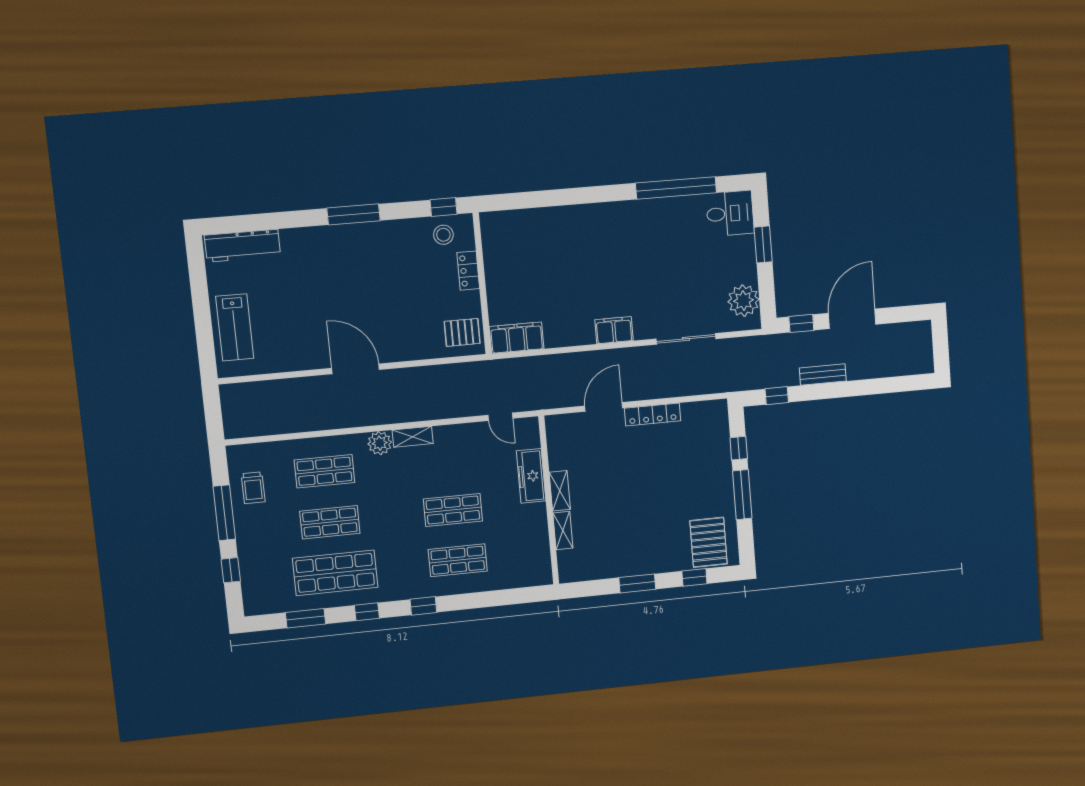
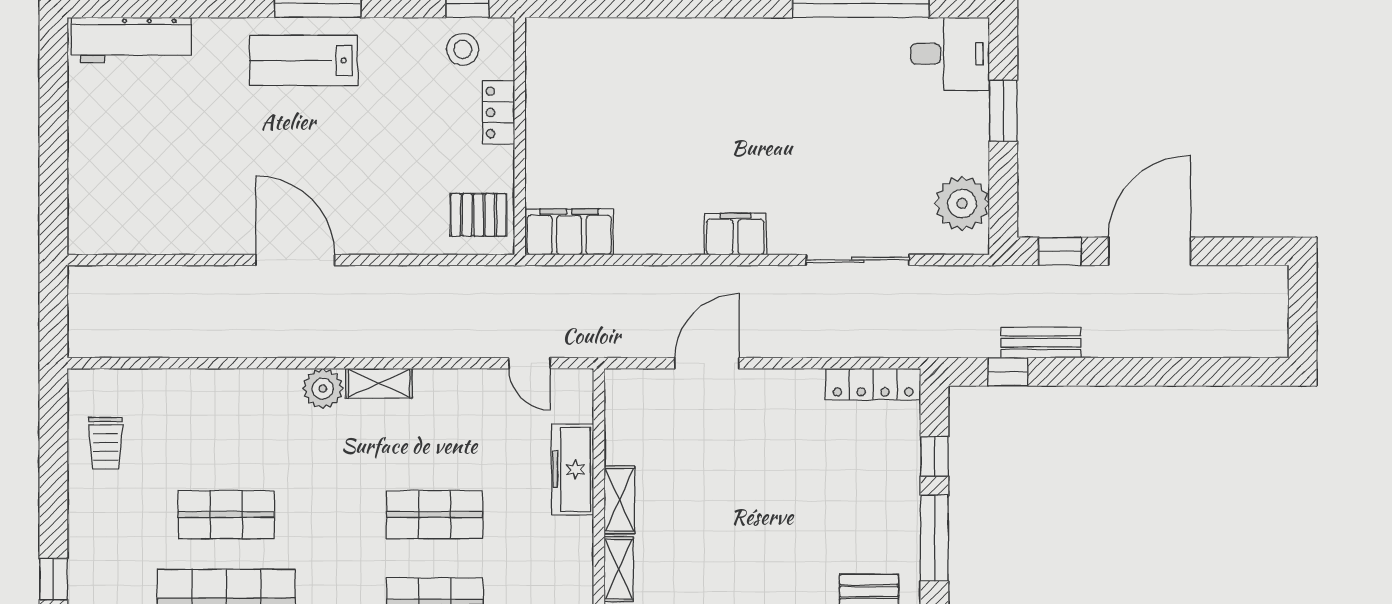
lab bench: (235, 327) -> (304, 61), moved, turned 90
bench: (823, 374) -> (1041, 343), moved
locker: (653, 415) -> (873, 384), moved
shop shelf: (325, 471) -> (226, 427), removed
window: (224, 513) -> (53, 481), removed

